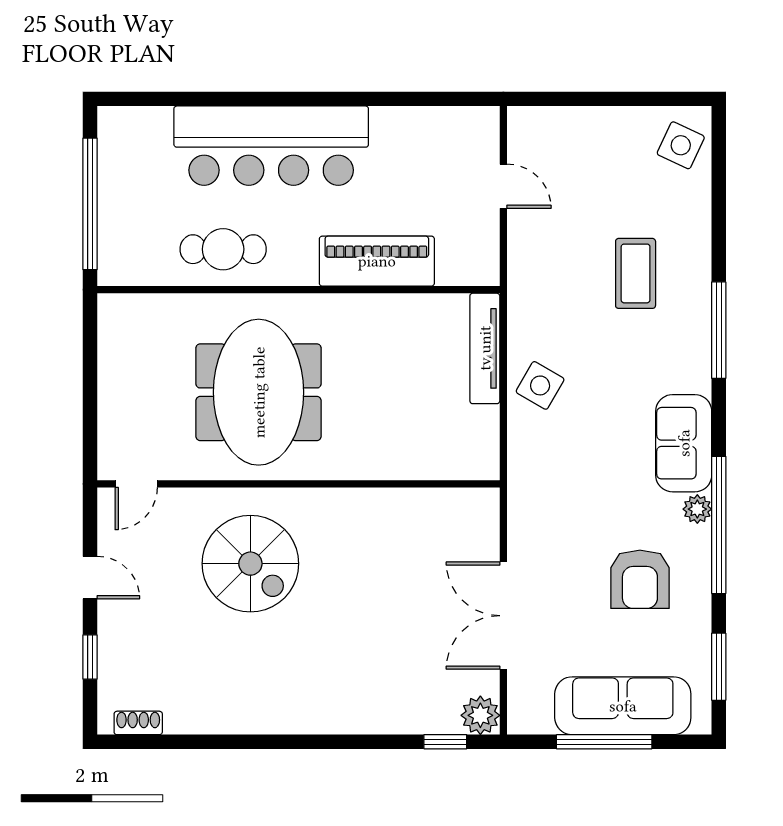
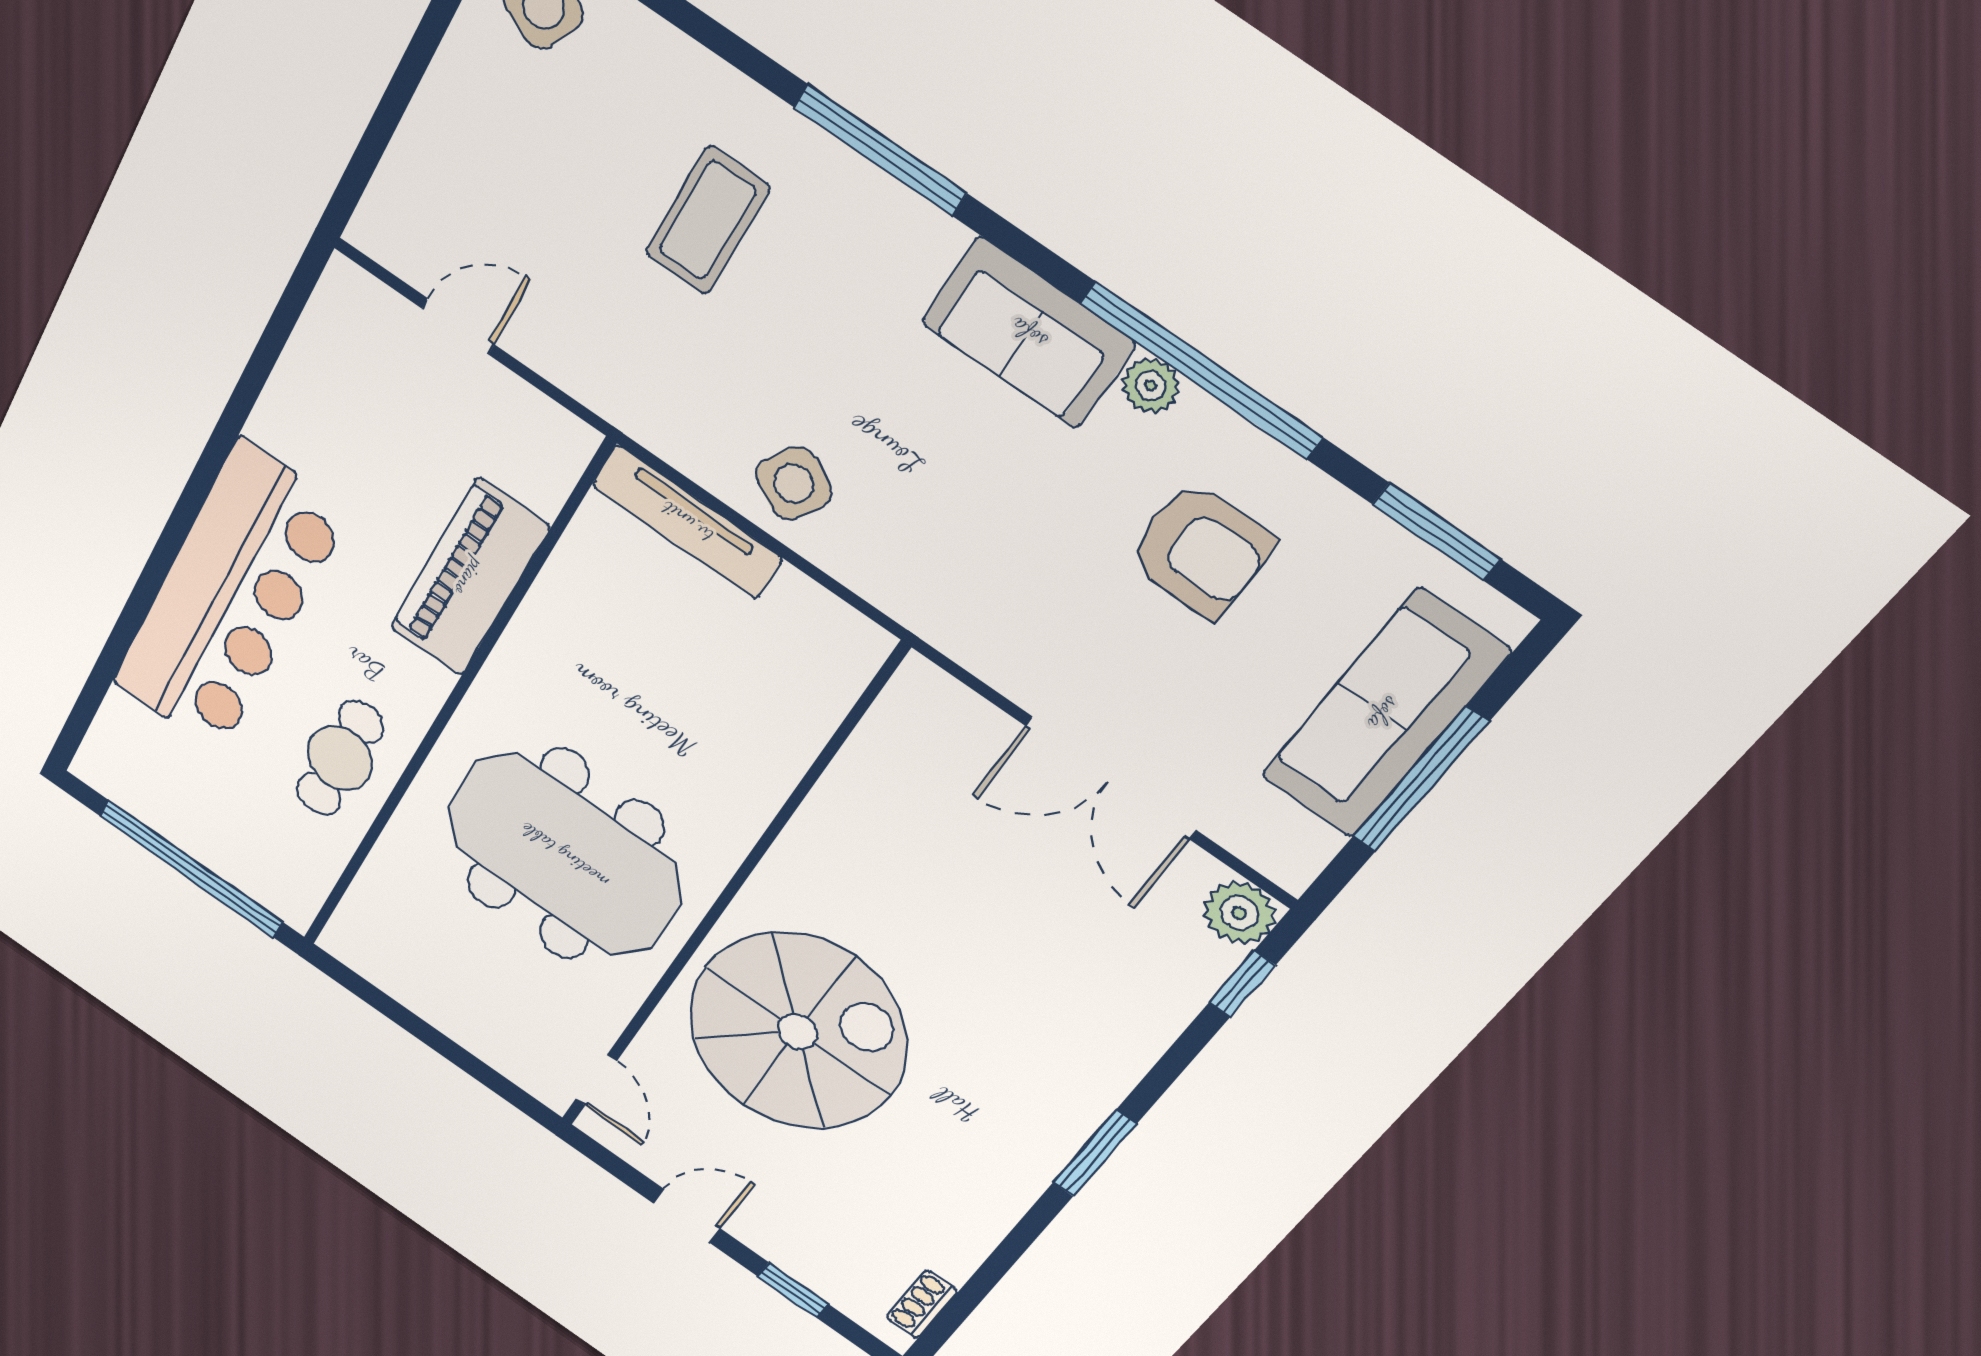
coffee table: (636, 273) -> (707, 220), turned 90
spiral stairs: (250, 564) -> (798, 1031), width x1.37, depth x1.37
window: (299, 742) -> (1094, 1153), added

